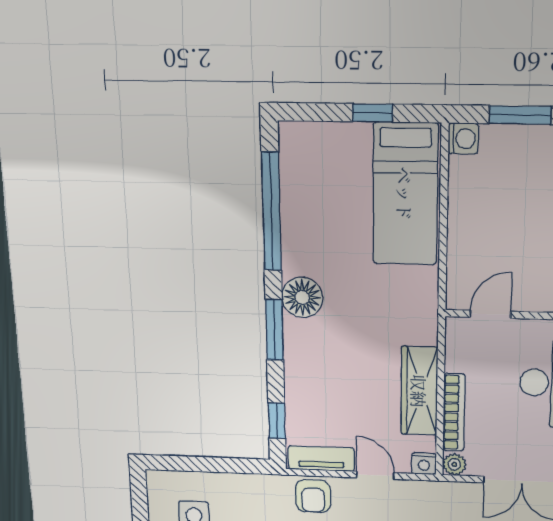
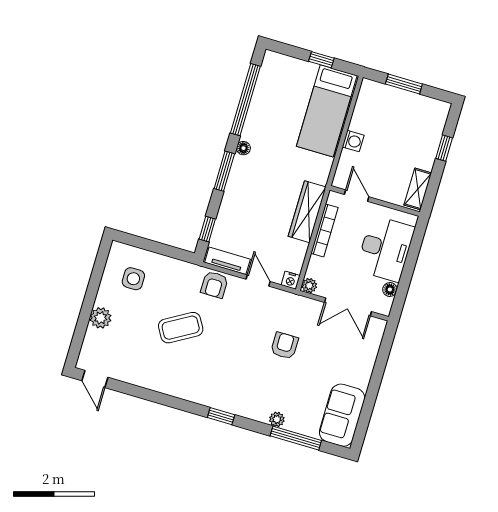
washing machine: (463, 139) -> (353, 141), moved
floor lamp: (302, 297) -> (243, 148), width x0.53, depth x0.53
door: (490, 314) -> (357, 196), hinge flipped
wardrobe: (419, 391) -> (307, 212), moved
bookcase: (454, 413) -> (324, 230), moved

